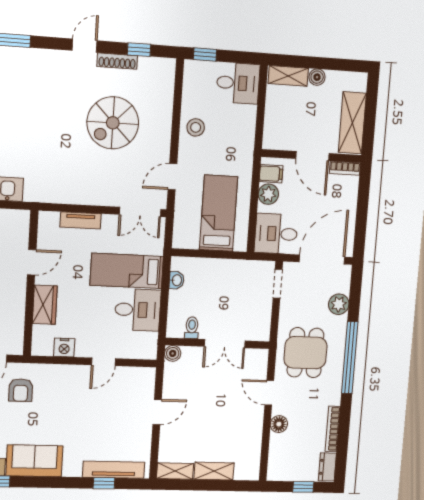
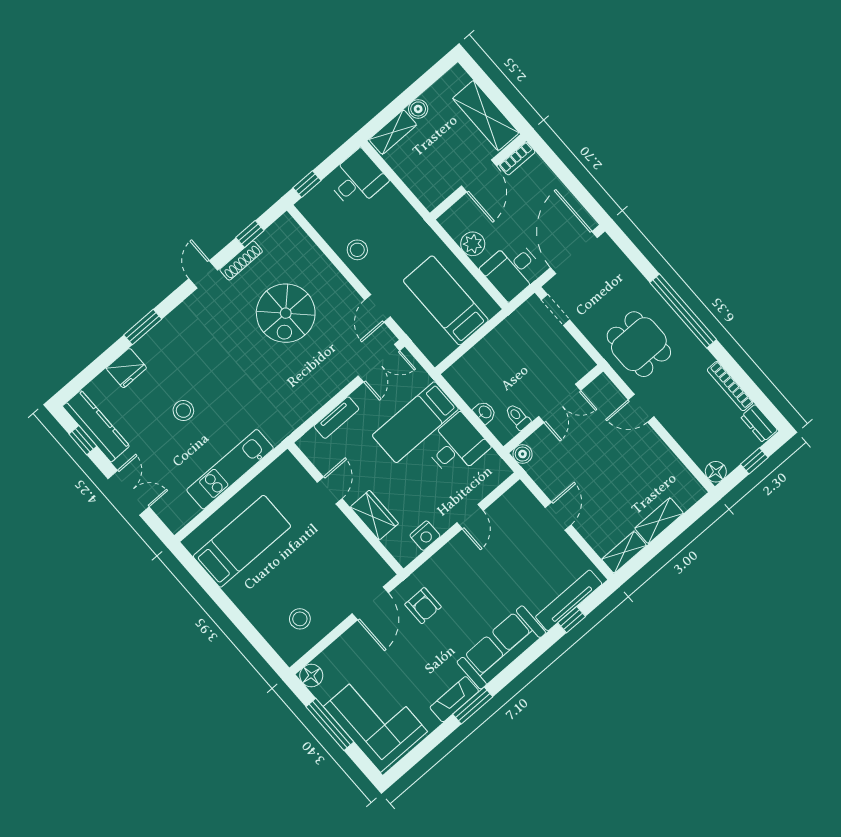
door: (312, 156) -> (479, 176), hinge flipped
filing cabinet: (271, 174) -> (458, 225), removed
washbasin: (177, 280) -> (485, 412), moved
plant: (339, 304) -> (627, 276), removed
floor lamp: (279, 424) -> (716, 472), moved
sofa: (34, 461) -> (501, 647), width x1.36

